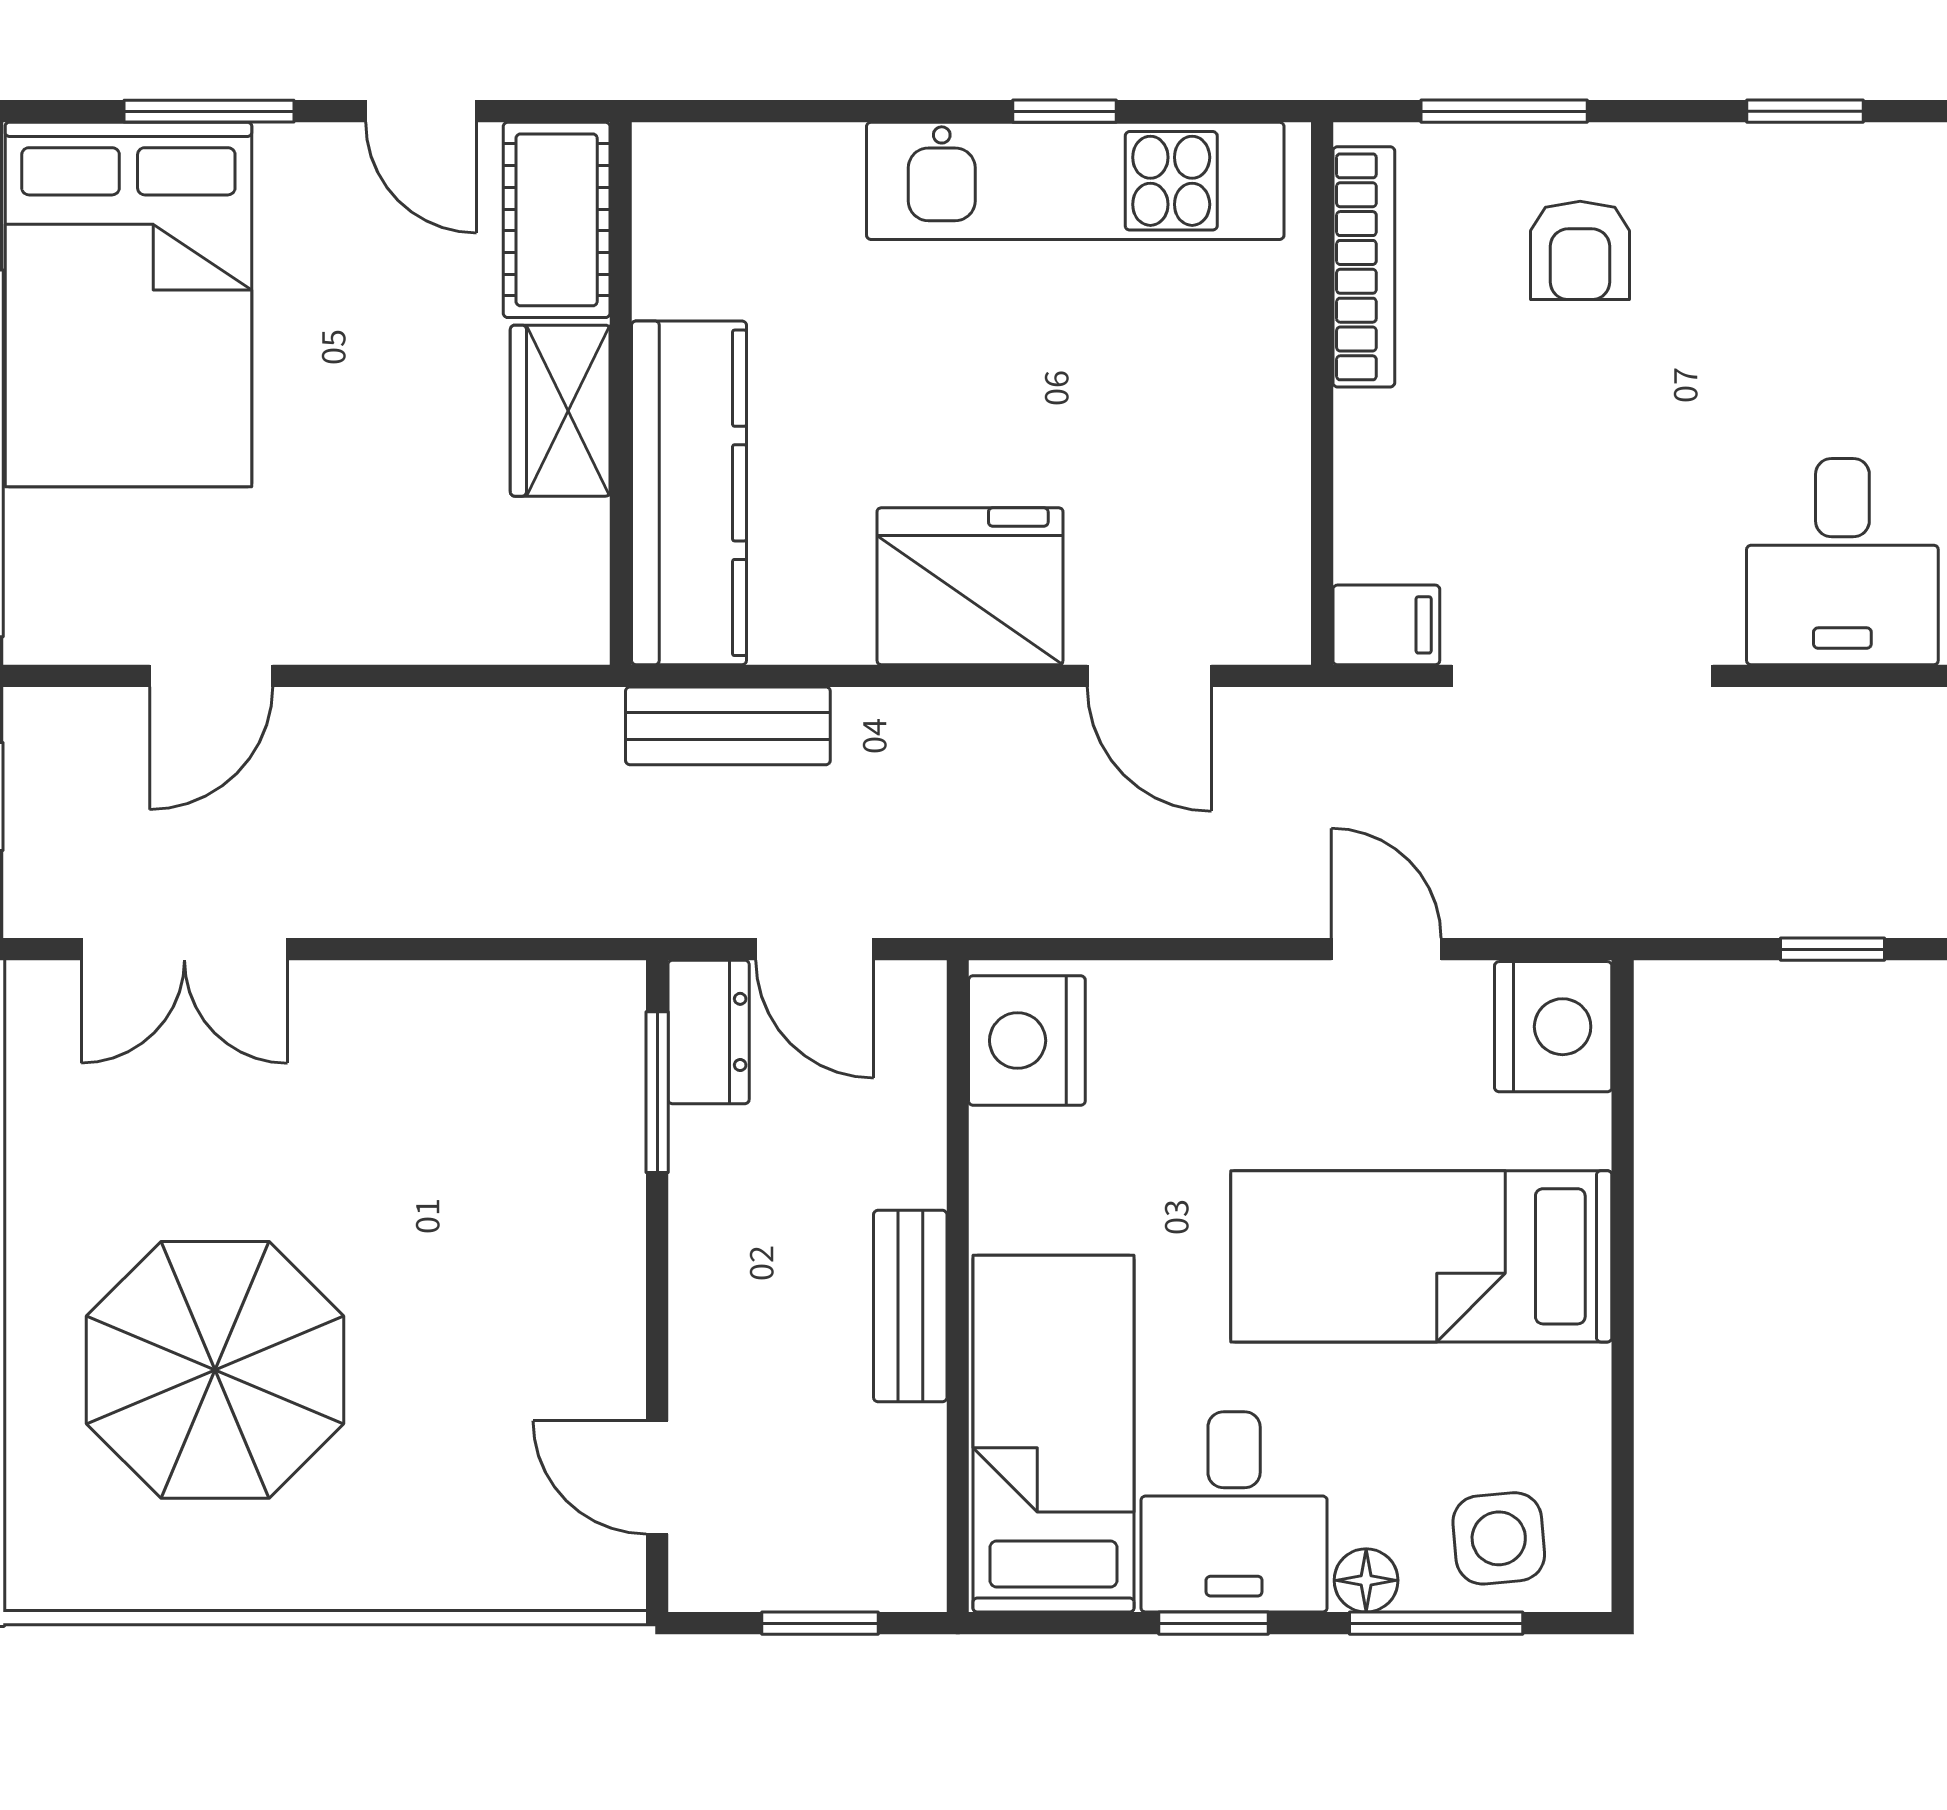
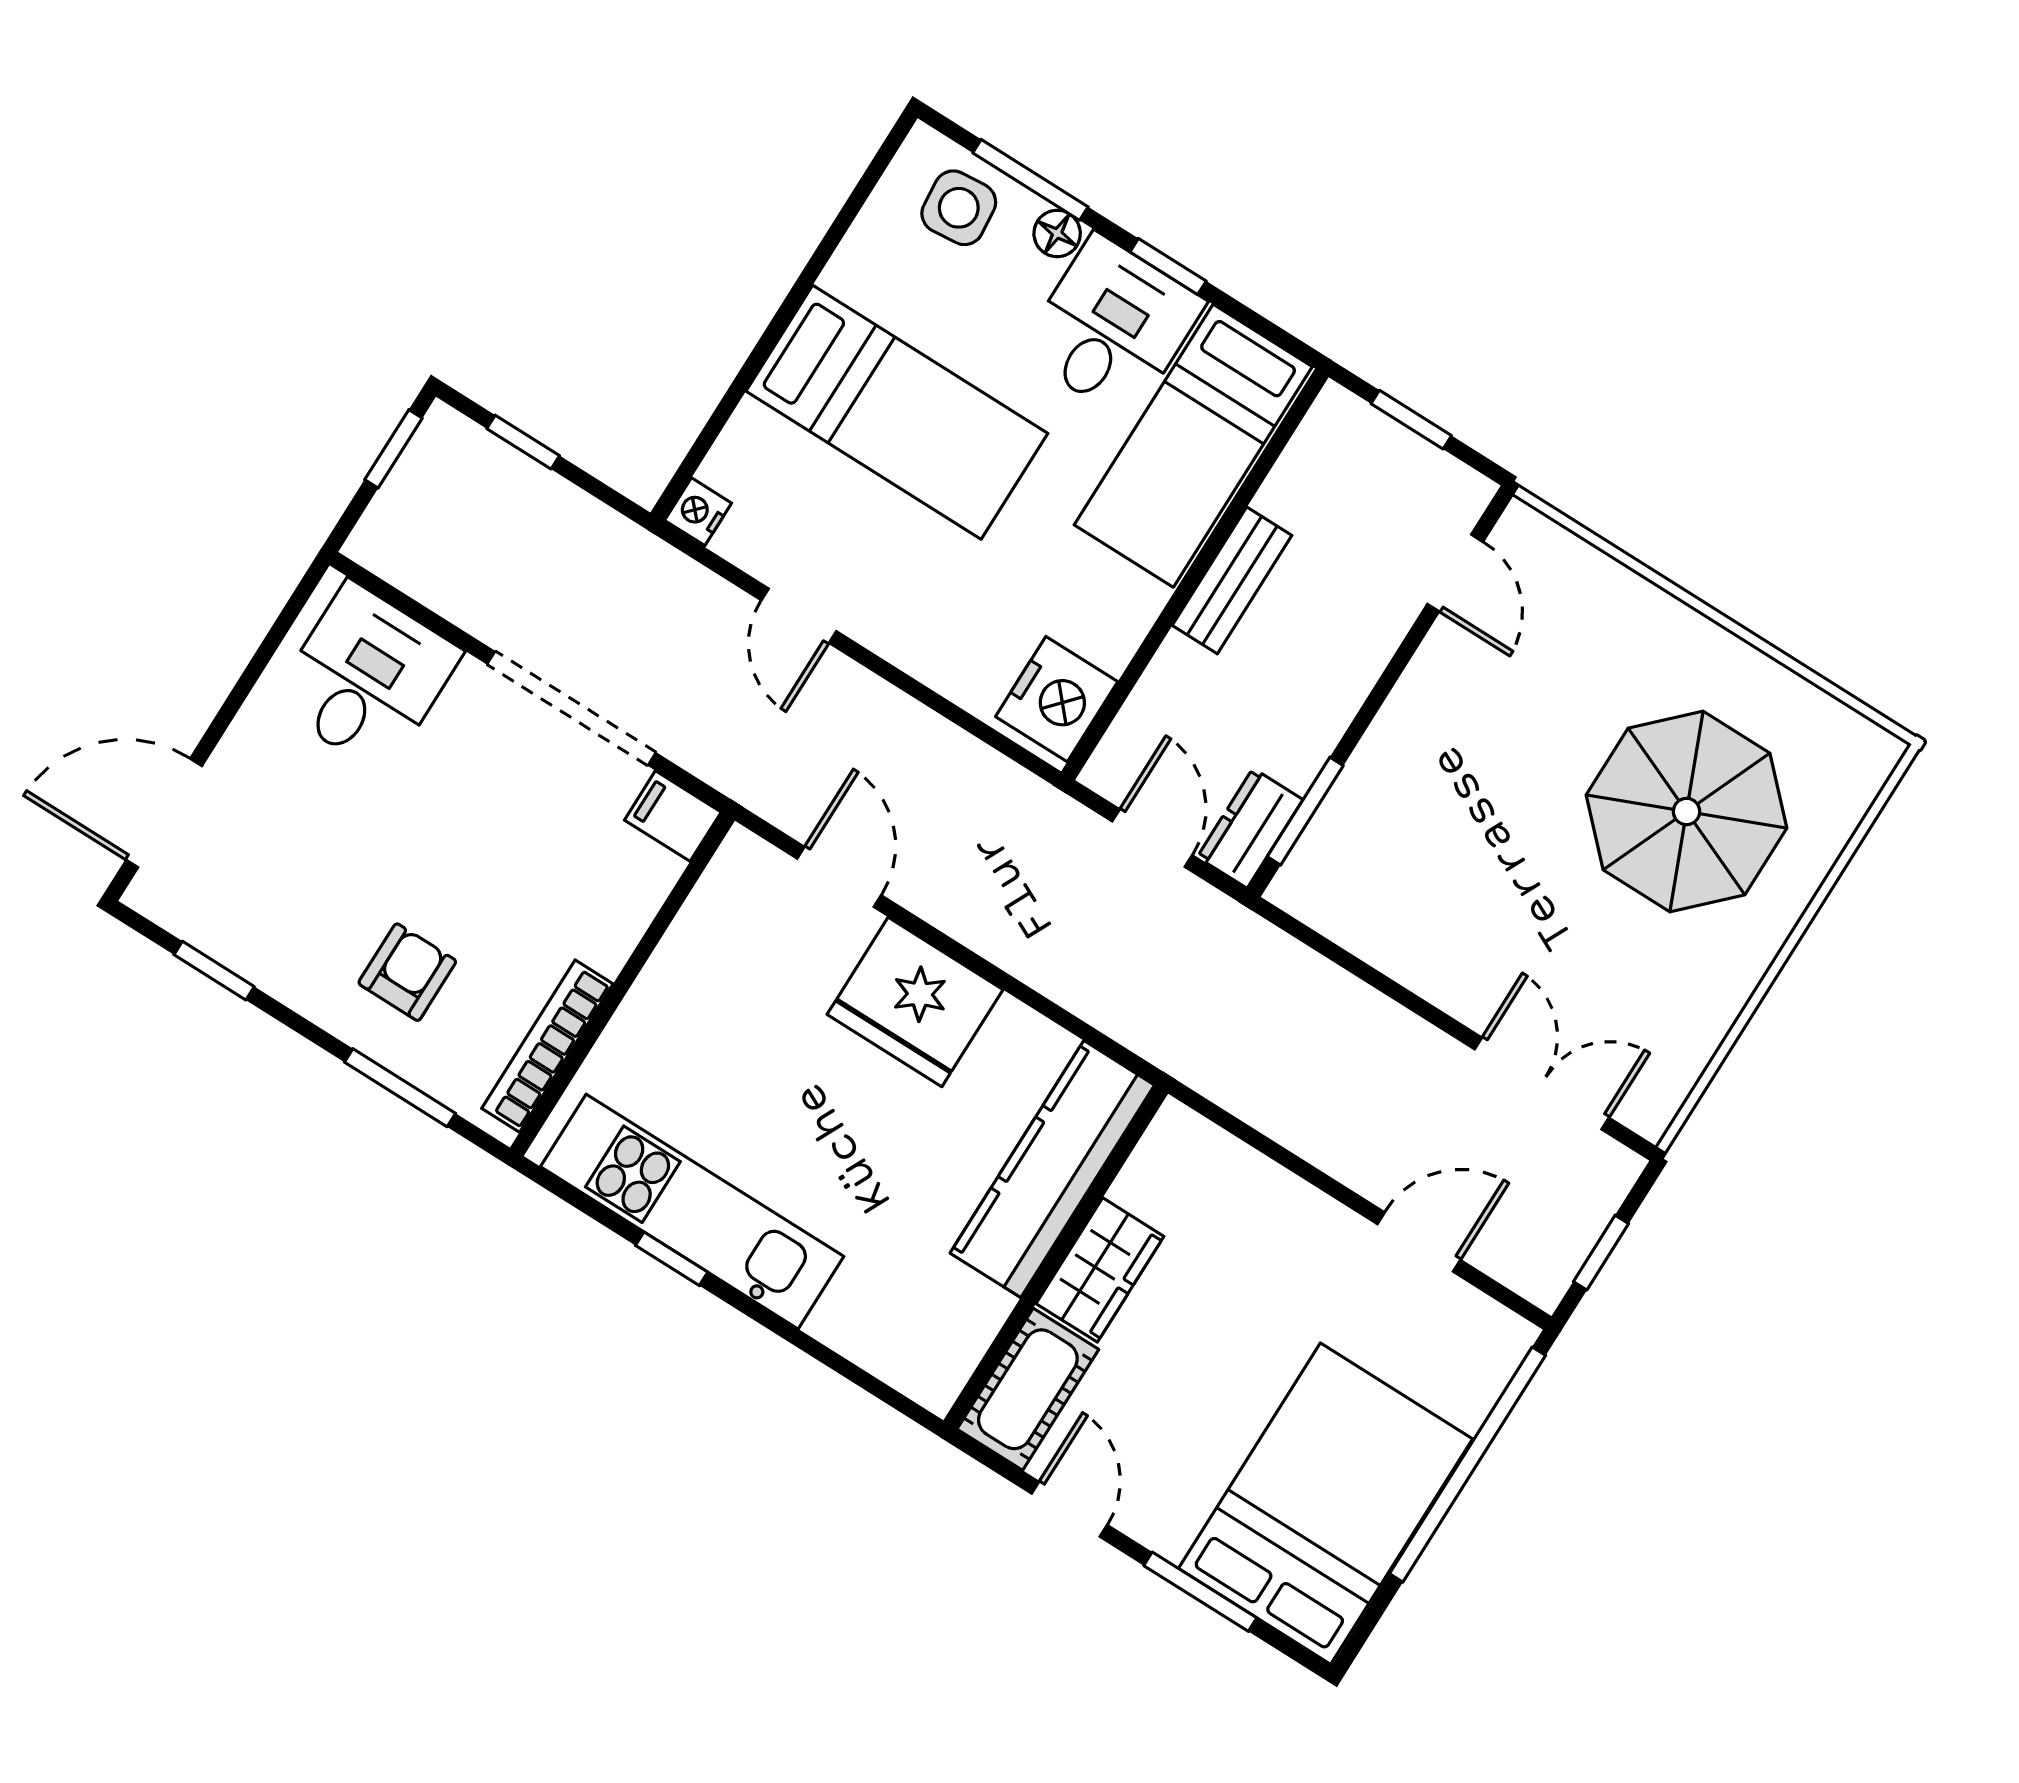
bench: (728, 726) -> (1119, 1010), removed
nightstand: (1553, 1027) -> (698, 512), width x0.53, depth x0.56

